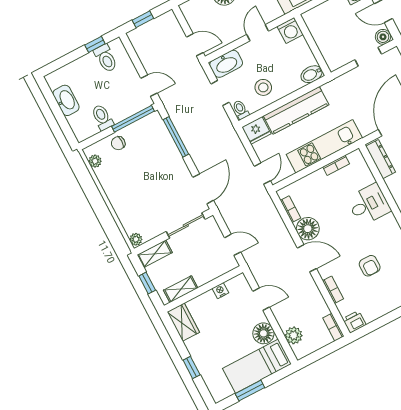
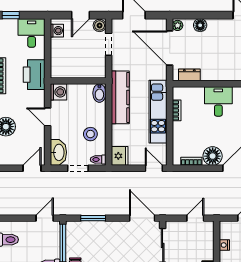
kitchen counter: (296, 110) -> (120, 97), moved
window: (176, 137) -> (93, 218), width x0.69
dresser: (381, 159) -> (189, 75), width x0.70

